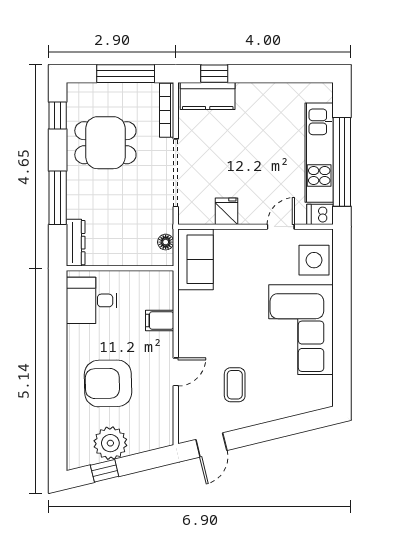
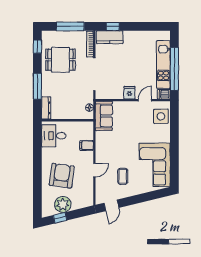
fridge: (227, 211) -> (129, 93), moved
corner sofa: (301, 330) -> (155, 165), moved
armchair: (108, 383) -> (62, 176), turned 99

